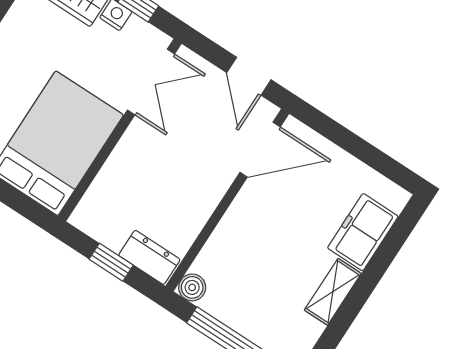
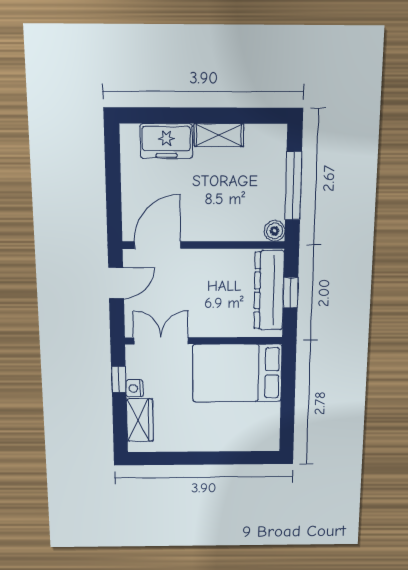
door: (260, 150) -> (158, 245), hinge flipped
dresser: (149, 257) -> (269, 290), width x1.96, depth x1.24

